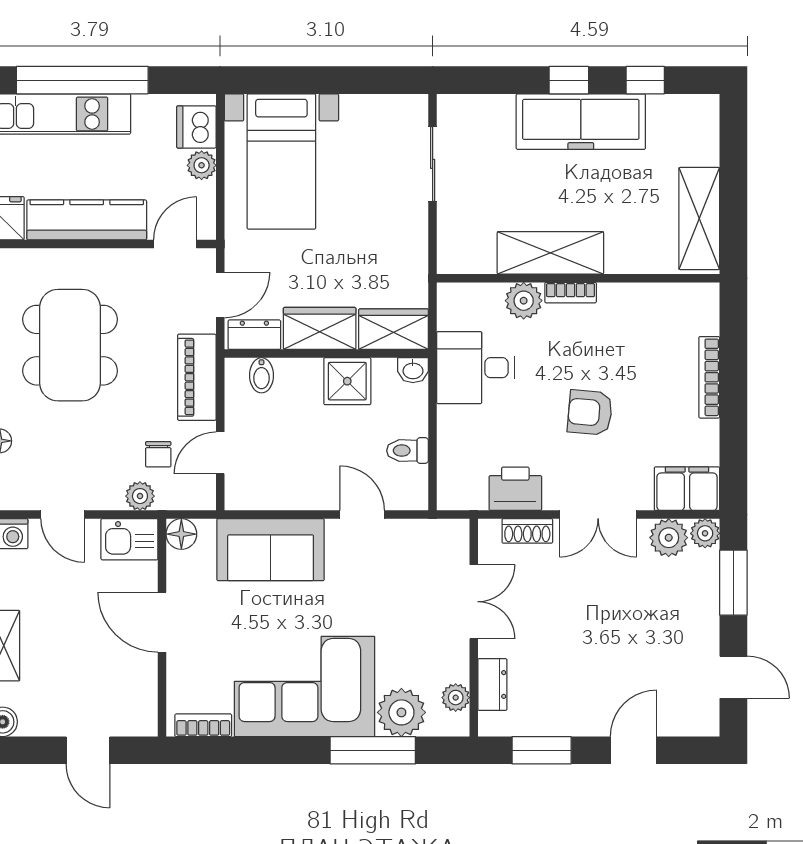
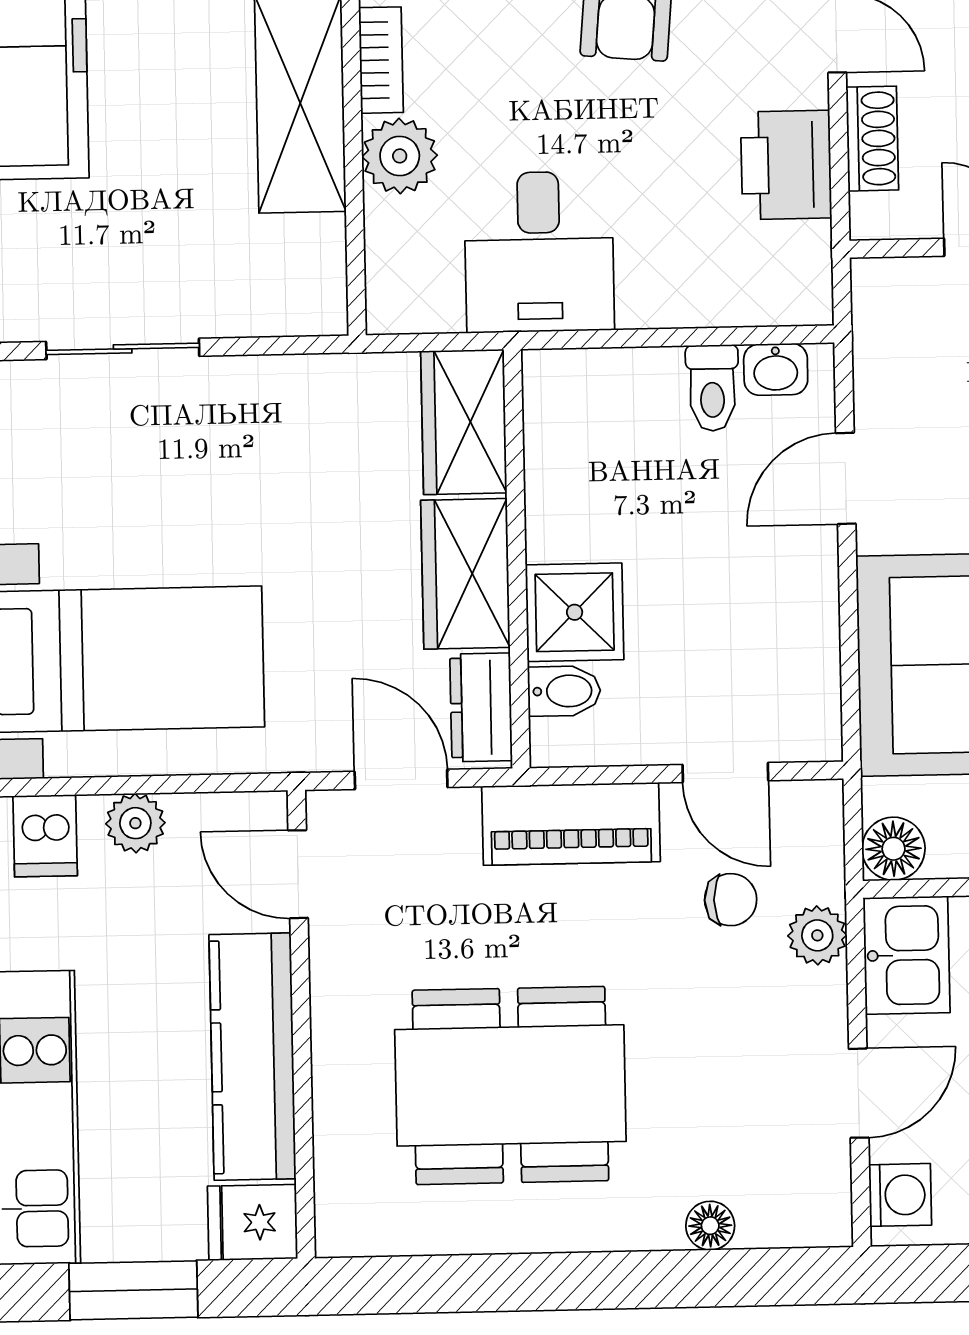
dishwasher: (196, 127) -> (45, 836), width x0.73
washbasin: (413, 370) -> (776, 369), moved, turned 90
shower: (347, 381) -> (575, 612), moved

